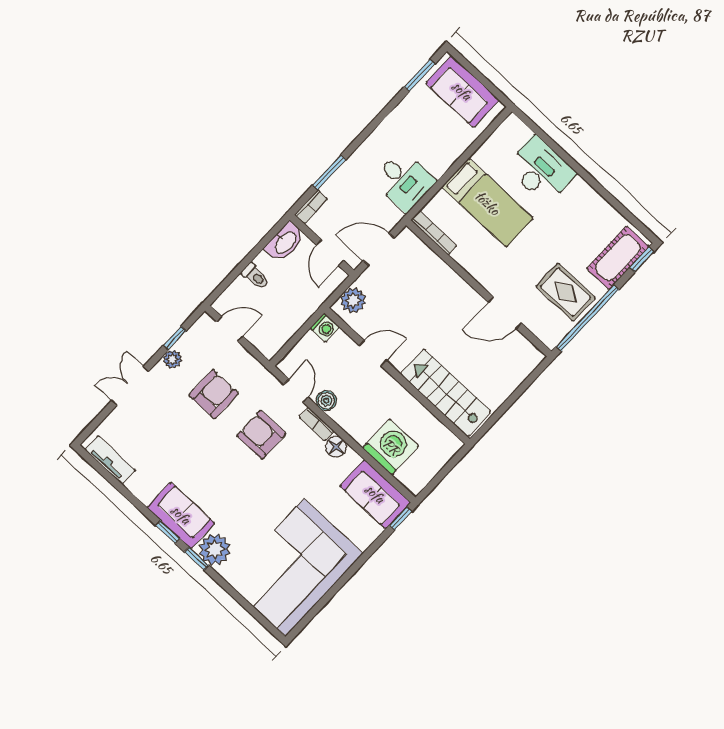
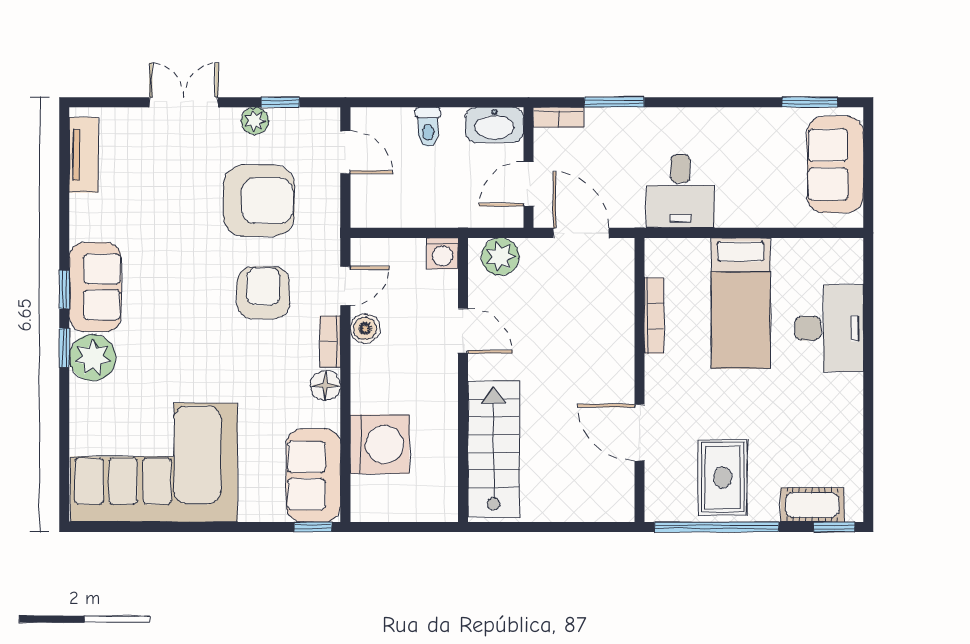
bookcase: (434, 233) -> (654, 316), moved
cot: (618, 258) -> (812, 505), width x0.73, depth x0.75
armchair: (214, 394) -> (259, 201), width x1.36, depth x1.36

